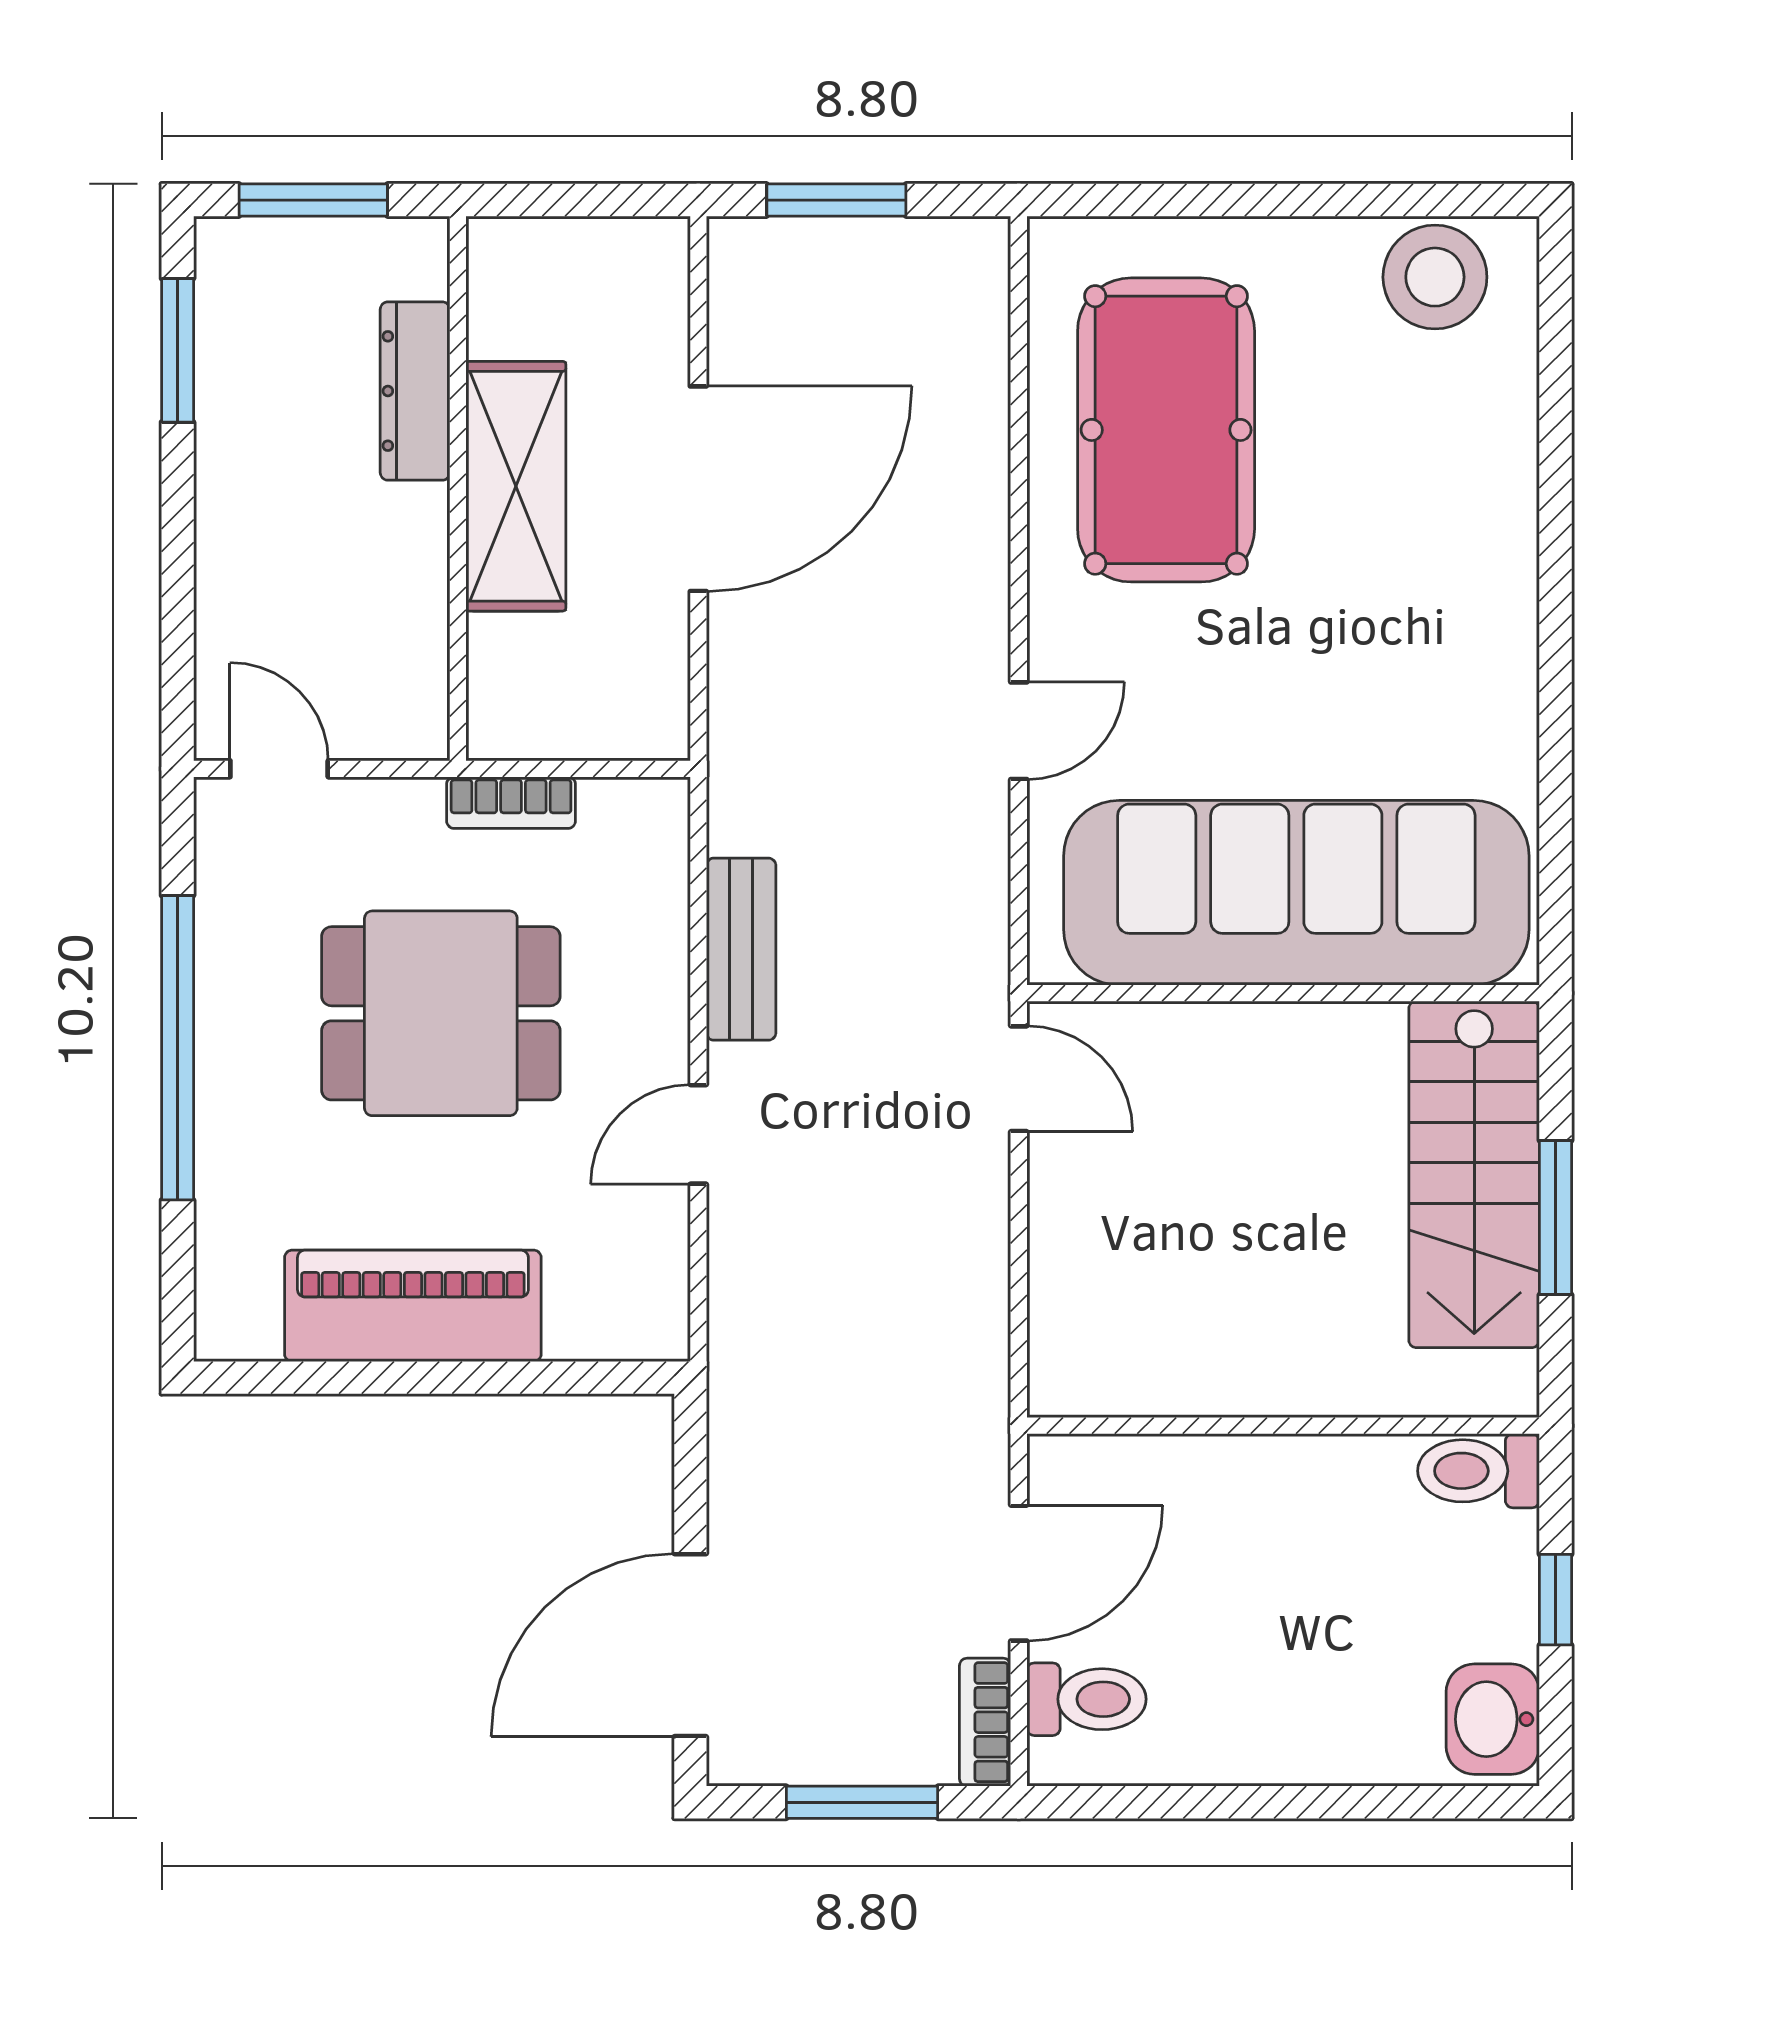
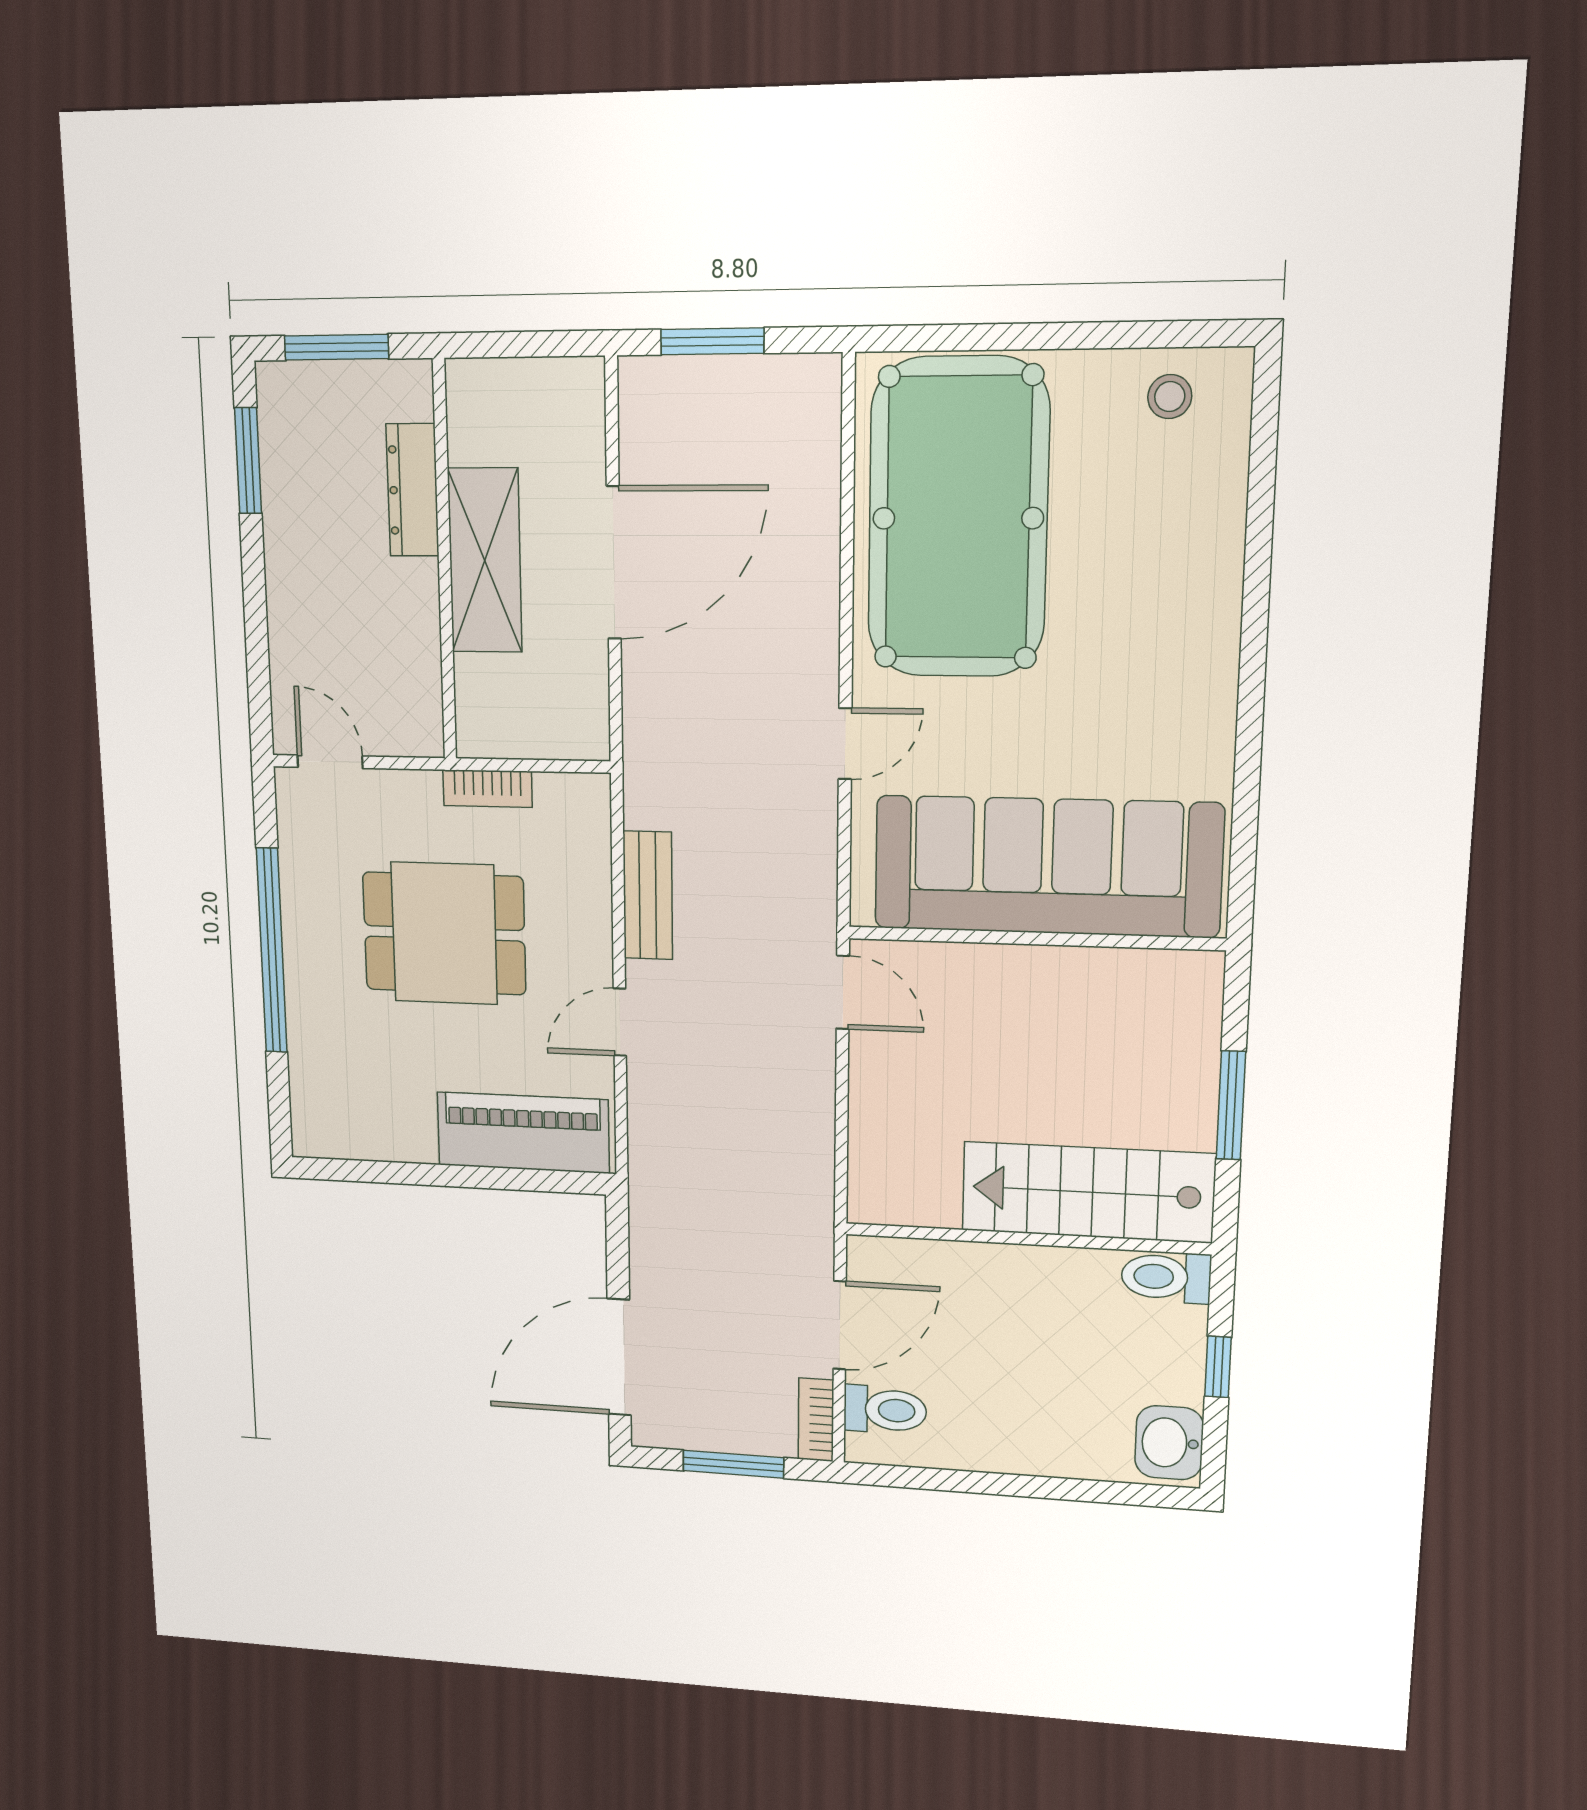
stool: (1435, 277) -> (1170, 397), width x0.53, depth x0.53
pool table: (1166, 430) -> (958, 518), width x1.36, depth x1.32
stairs: (1474, 1174) -> (1088, 1192), moved, turned 90
piano: (413, 1306) -> (523, 1133), moved

